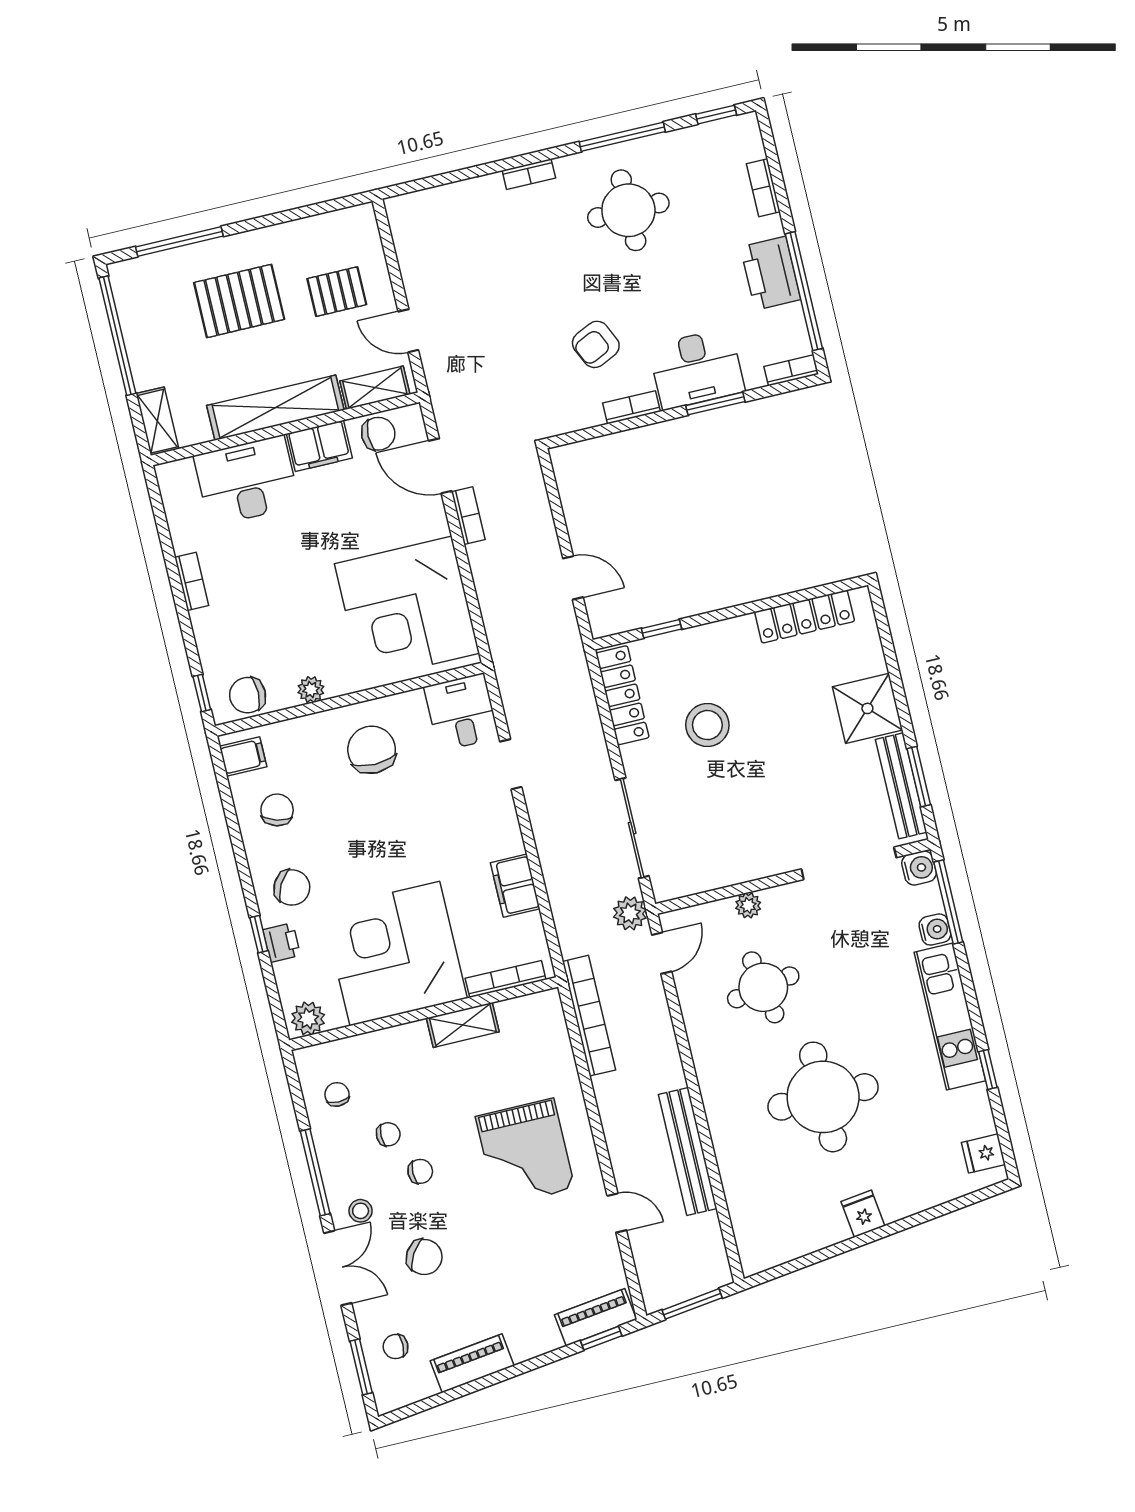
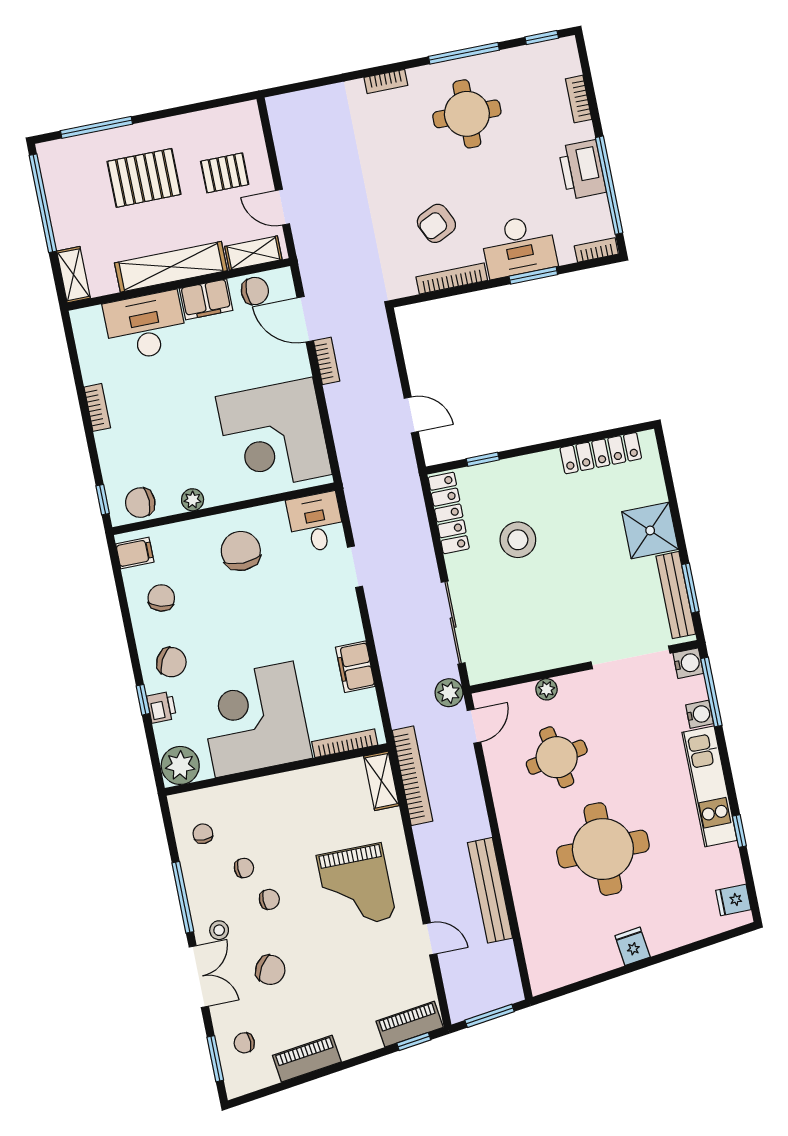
bookcase: (632, 407) -> (452, 279), width x1.56
plant: (308, 1019) -> (180, 765), width x1.36, depth x1.36
shelving: (463, 1025) -> (381, 781), moved, turned 90

